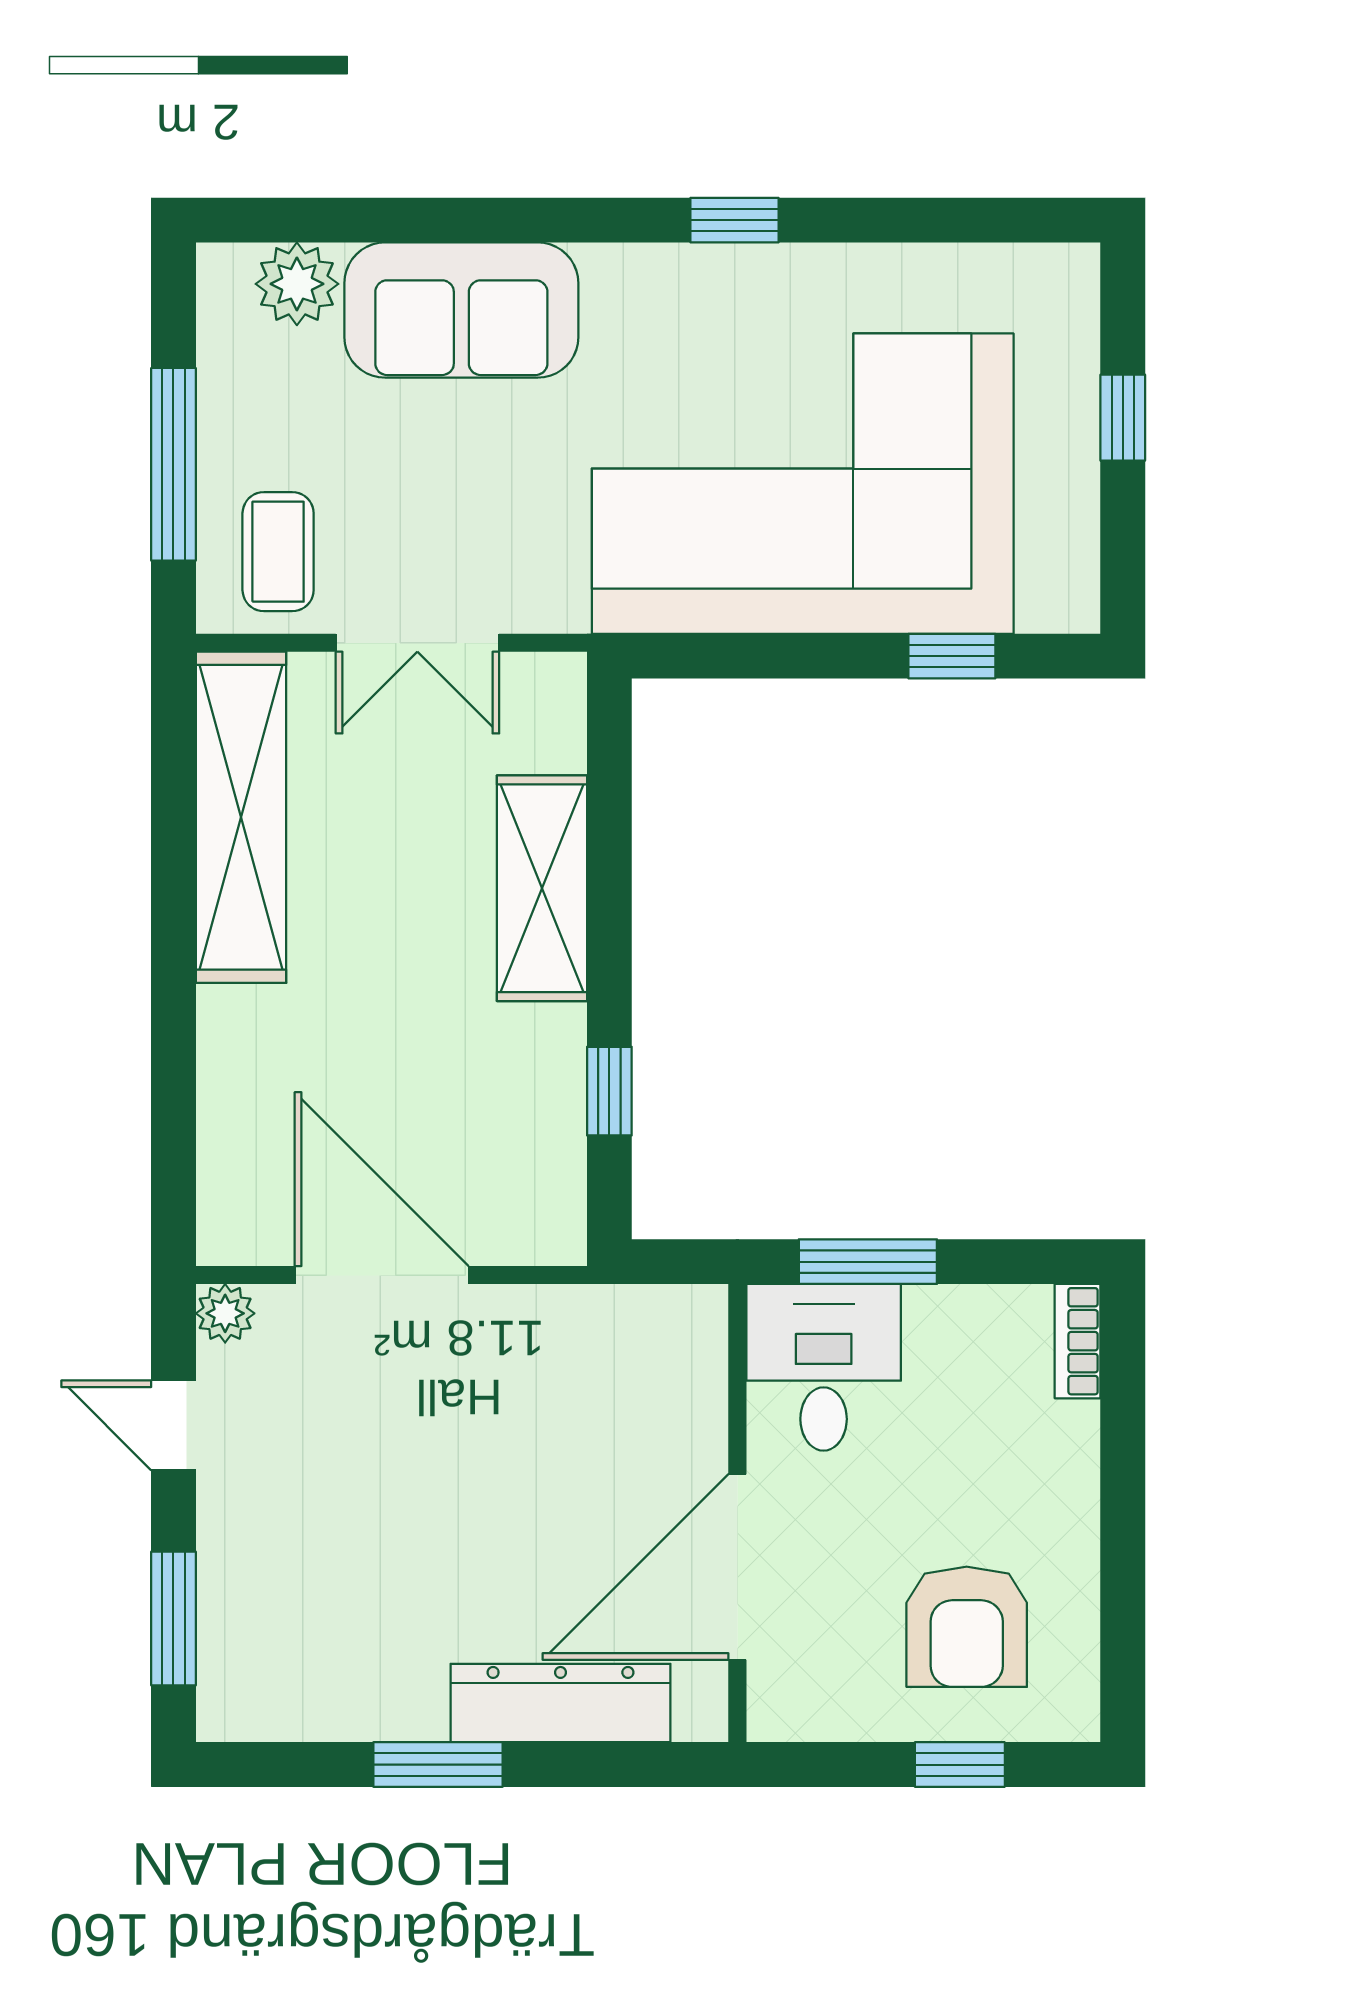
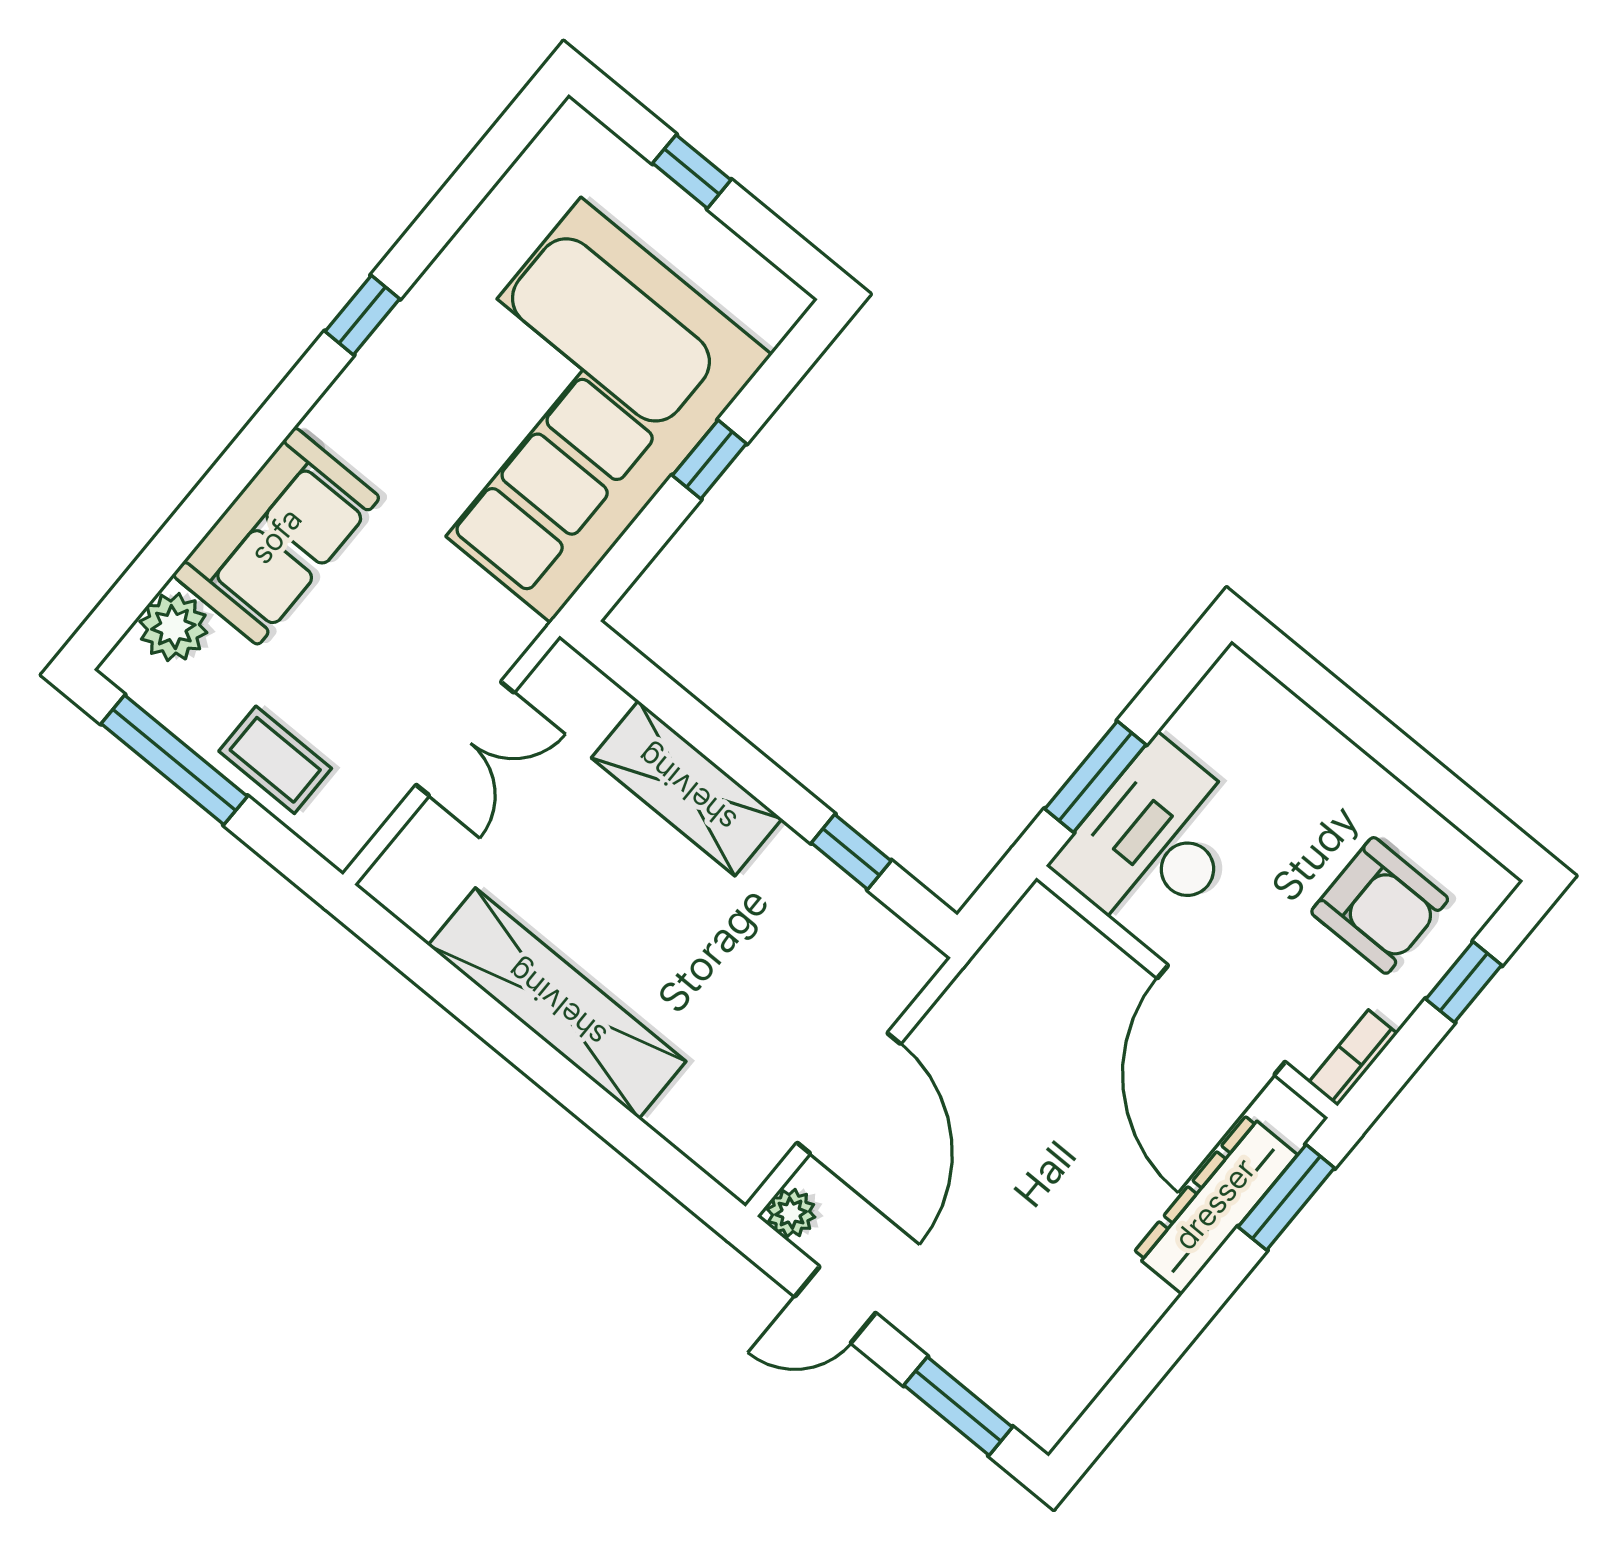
window: (173, 464) -> (174, 760), moved
coffee table: (278, 552) -> (275, 760), moved
window: (952, 656) -> (709, 460), moved
shelving: (241, 817) -> (557, 1003), moved
door: (382, 1275) -> (849, 1093), swing flipped
bookcase: (1078, 1341) -> (1353, 1058), moved, turned 90
desk: (824, 1367) -> (1155, 842), width x1.37
window: (438, 1765) -> (1286, 1197), moved

